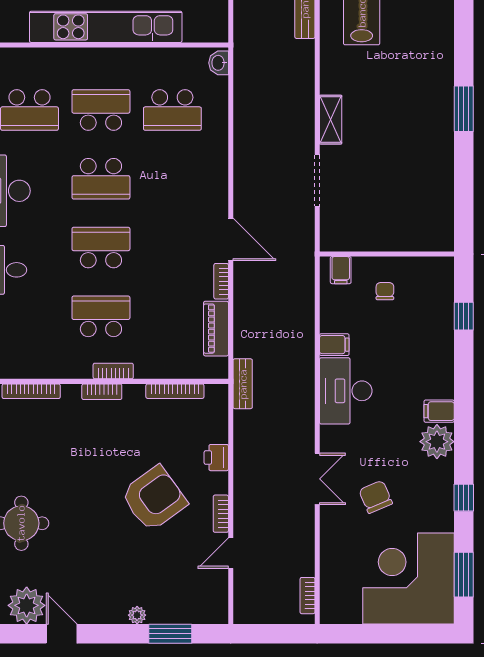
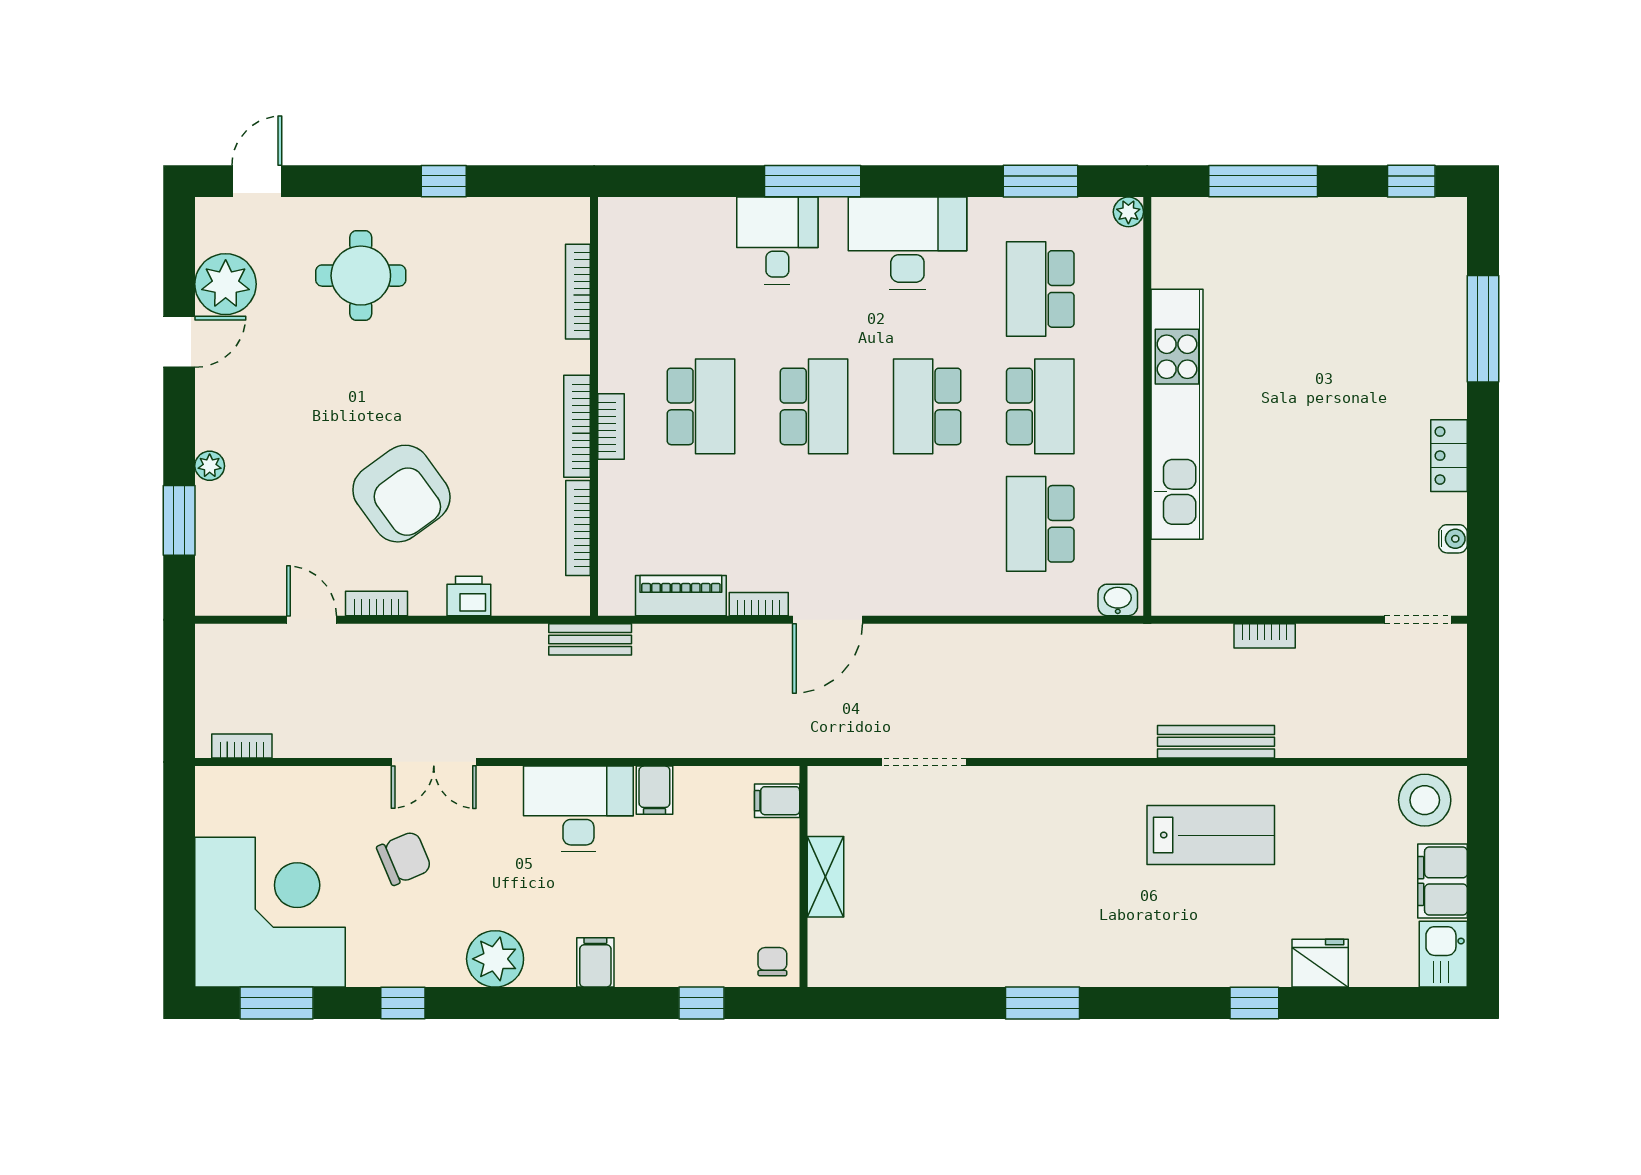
shelving: (331, 120) -> (826, 877), moved, turned 90
chair: (385, 291) -> (772, 962), moved, turned -90
bookcase: (102, 392) -> (577, 426), width x1.56
filing cabinet: (439, 411) -> (595, 962), moved

